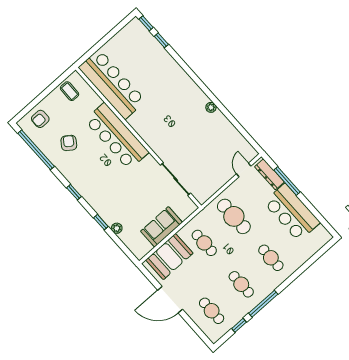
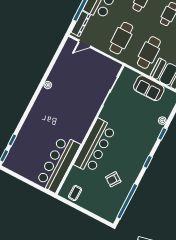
armchair: (40, 119) -> (103, 207), removed
cafe table: (204, 243) -> (149, 52), width x1.37, depth x1.35

